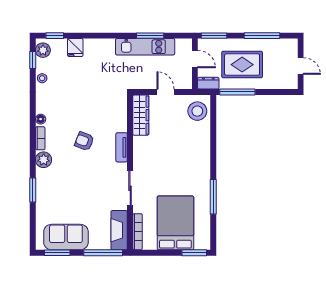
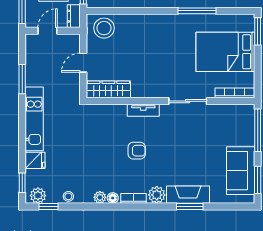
kitchen unit: (145, 47) -> (34, 119), moved
plant: (41, 107) -> (100, 197), added
armchair: (84, 141) -> (137, 151), turned -111
fireplace: (119, 230) -> (188, 195), moved, turned 180

